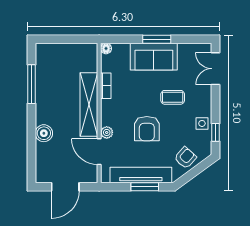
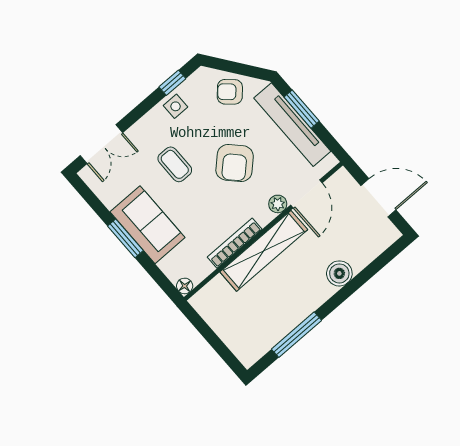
bookcase: (106, 86) -> (235, 243), width x1.56
armchair: (147, 129) -> (235, 163), turned 136

